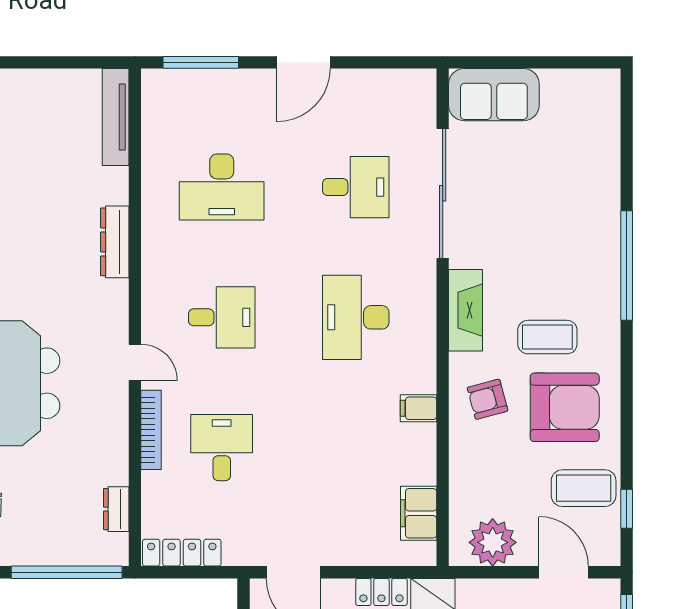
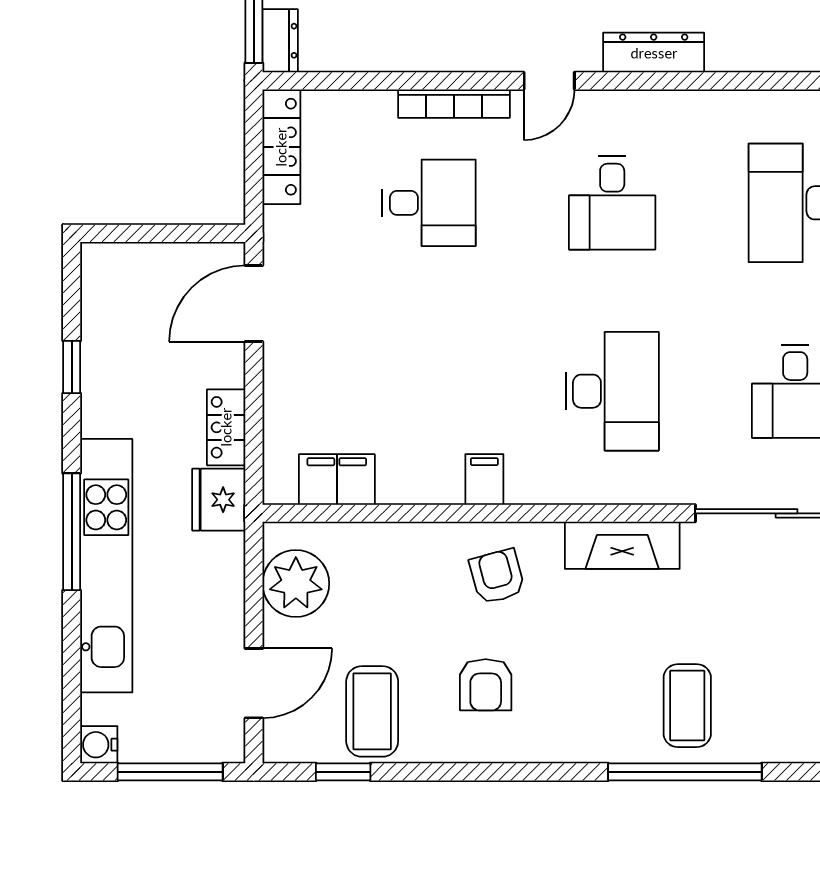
dresser: (115, 242) -> (654, 53), moved
desk: (356, 317) -> (612, 391), turned 90
coffee table: (547, 337) -> (687, 706), moved
armchair: (565, 407) -> (486, 685), width x0.53, depth x0.53
dresser: (116, 509) -> (280, 41), moved, turned 90

